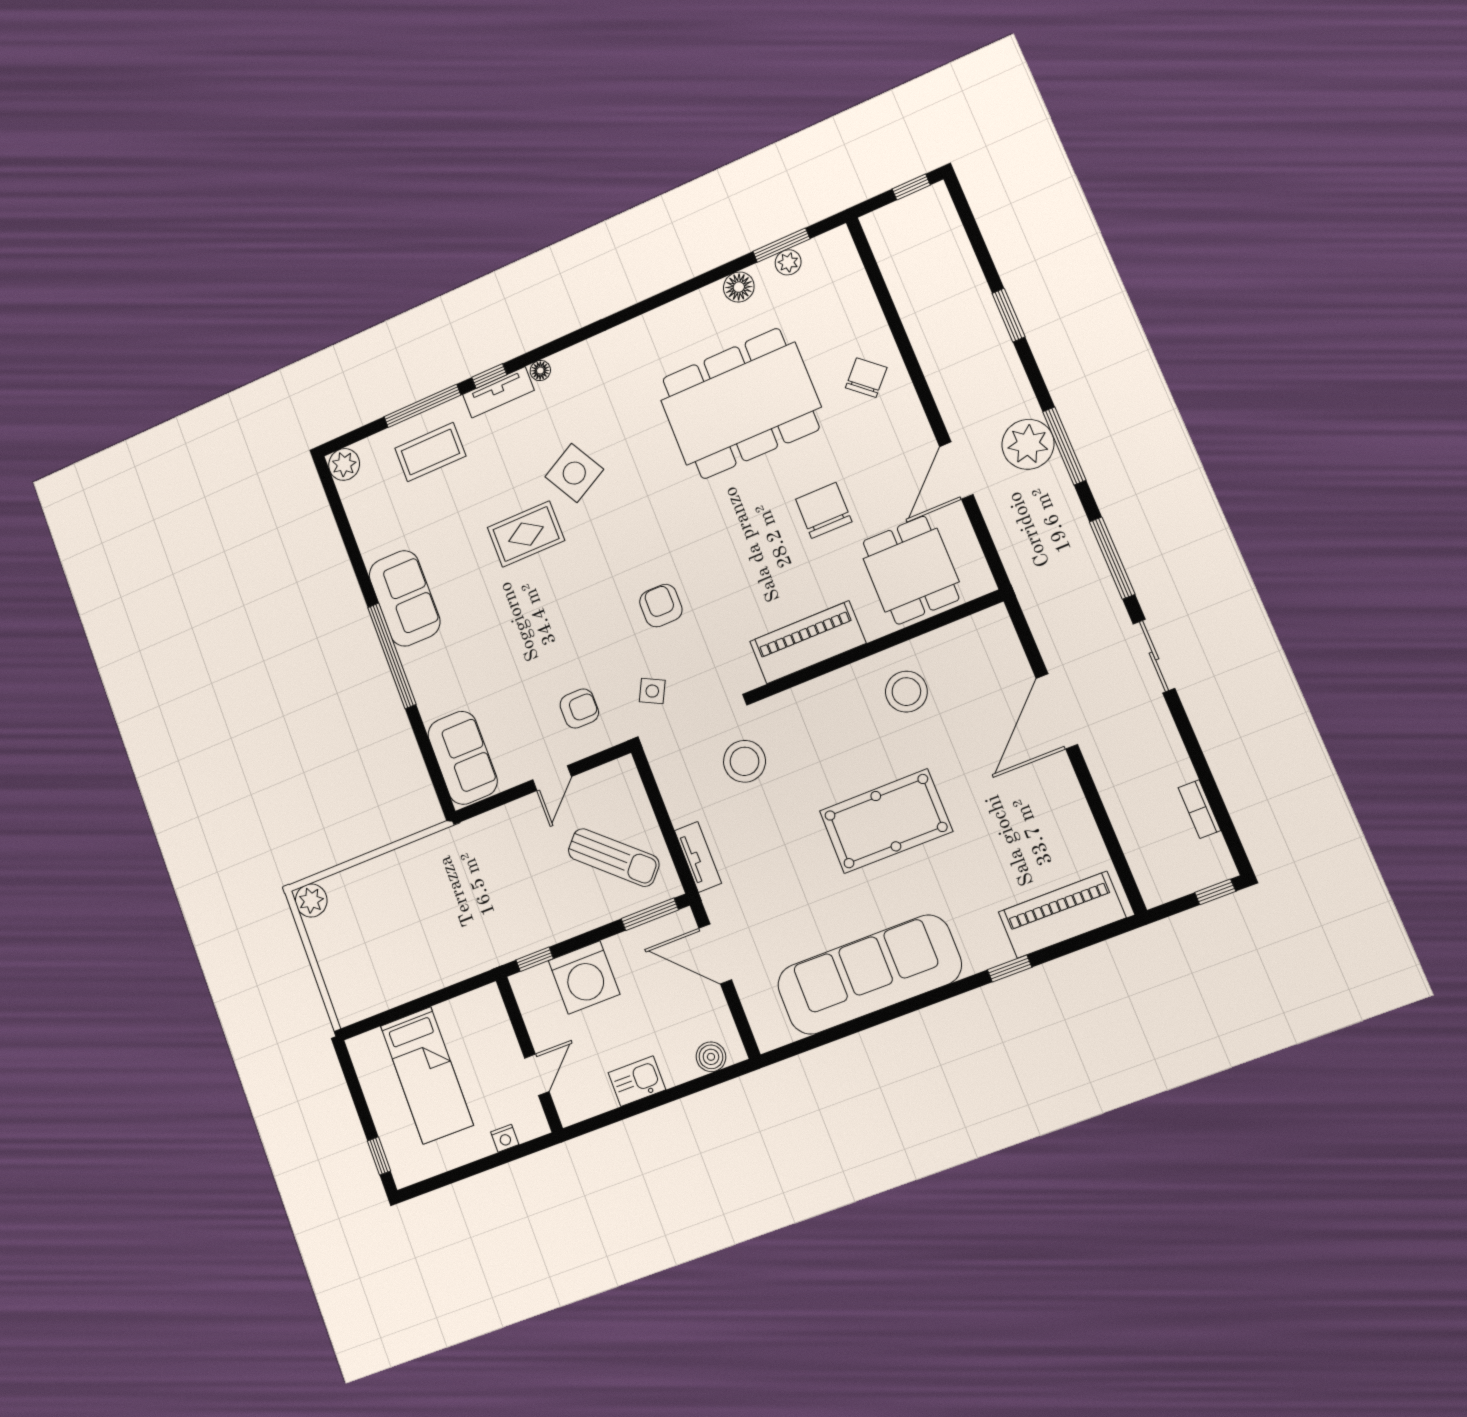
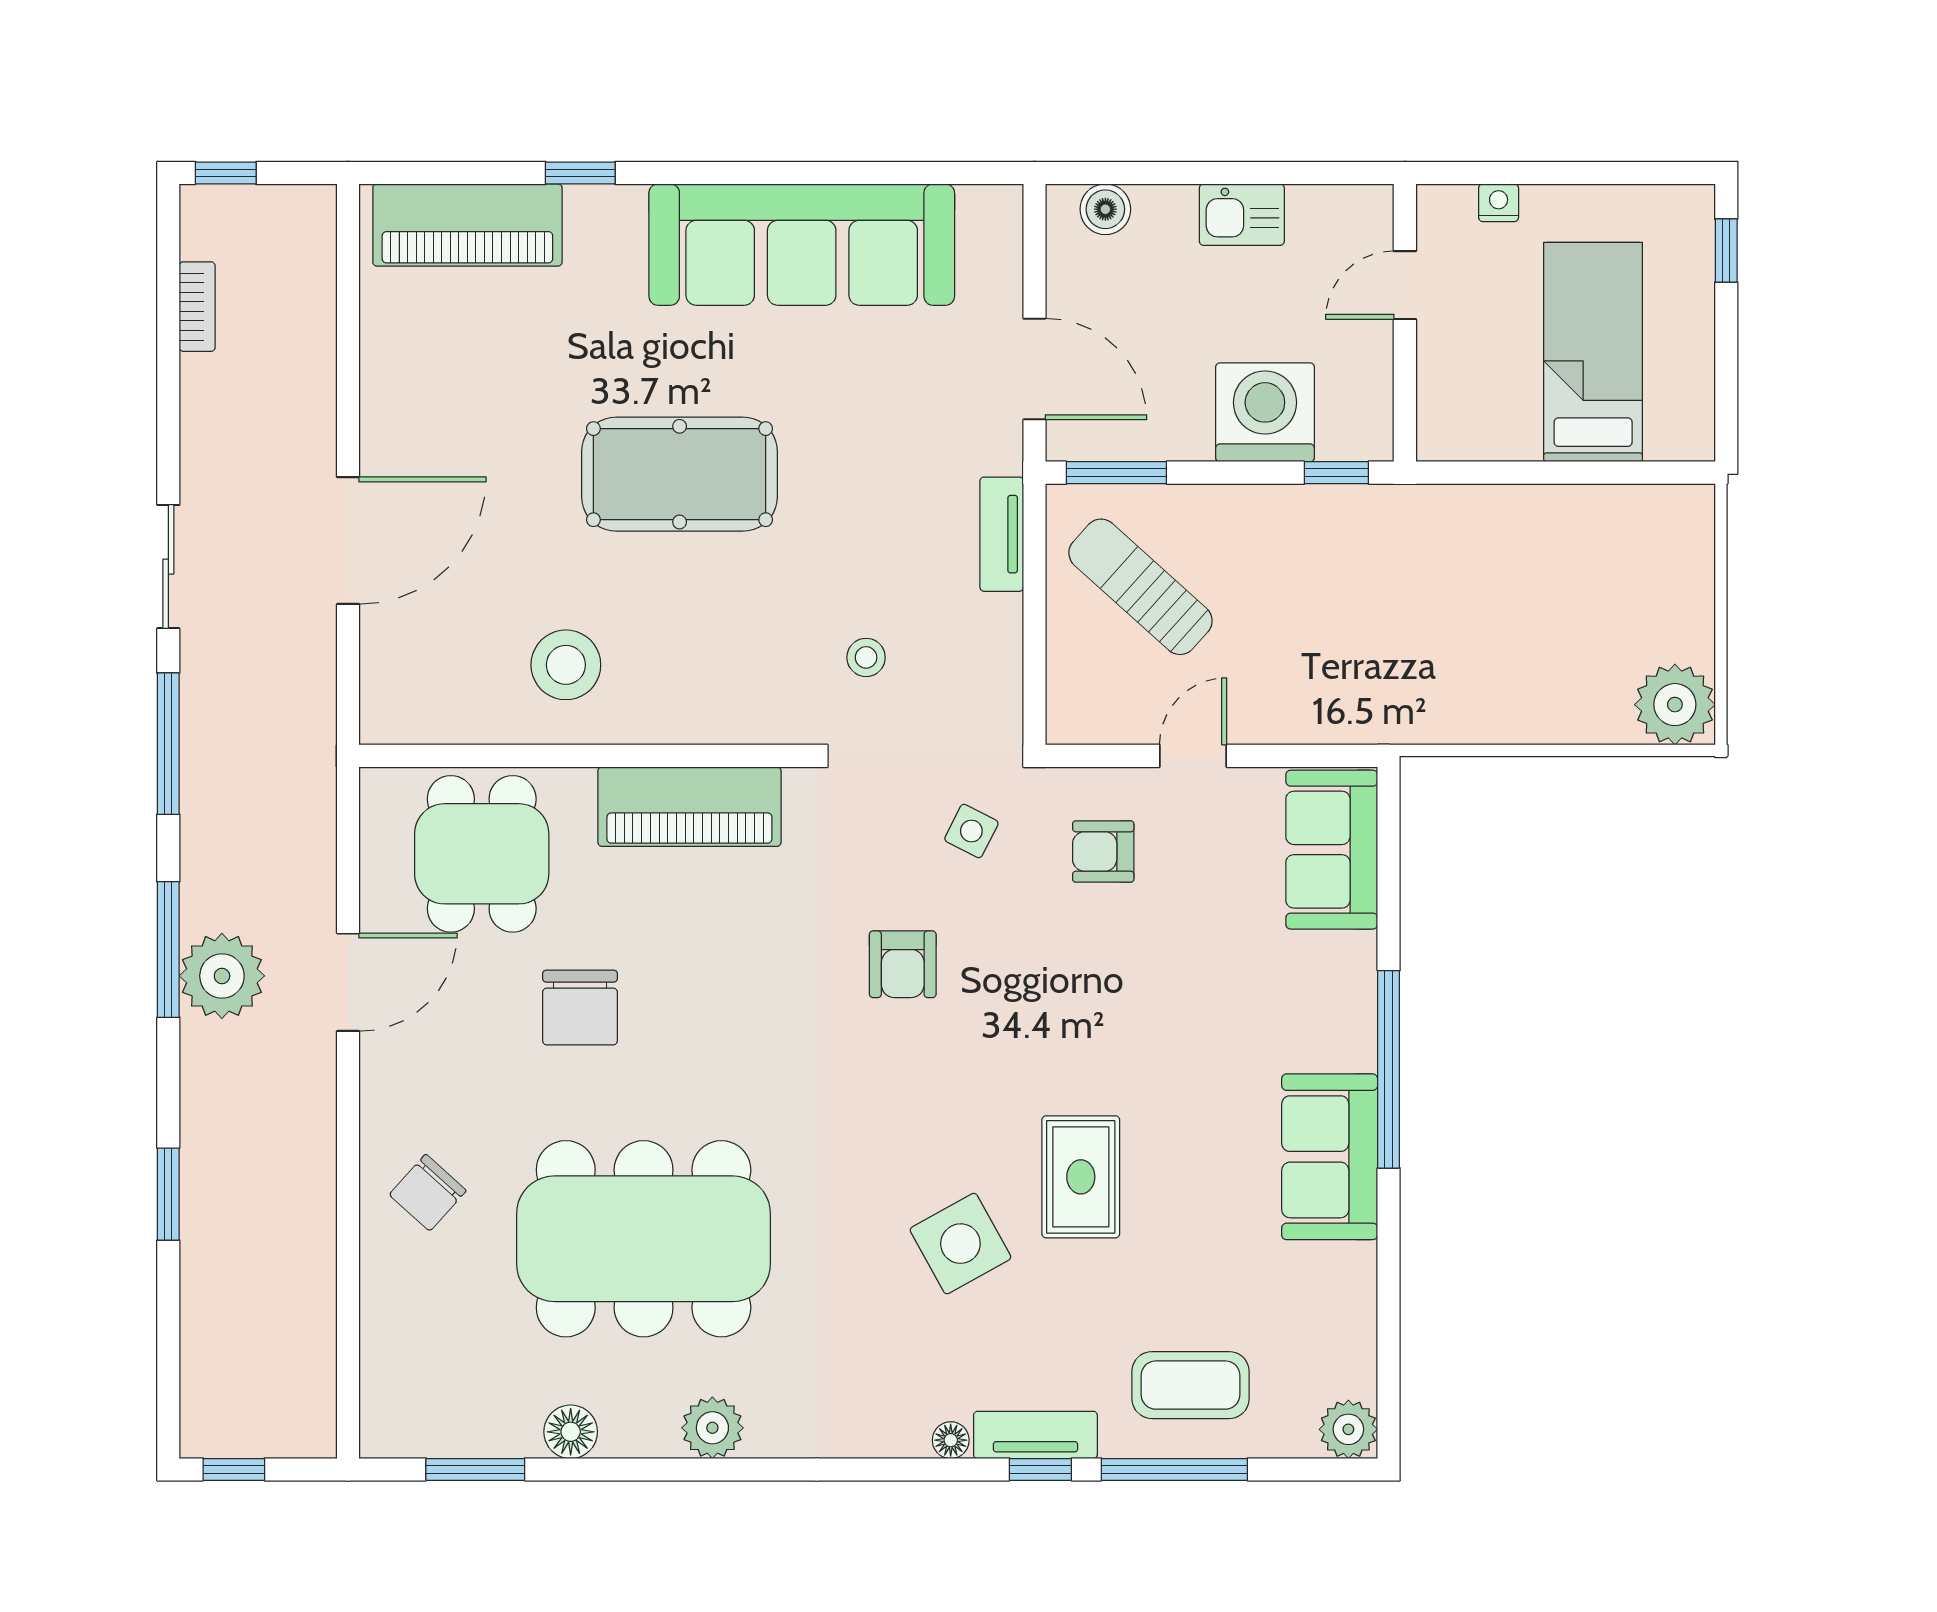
plant: (788, 262) -> (712, 1428), moved, width x1.38, depth x1.38
rug: (526, 534) -> (1081, 1177), turned 90
stool: (744, 761) -> (866, 657), width x0.53, depth x0.53
plant: (311, 900) -> (1675, 705), width x1.36, depth x1.36

